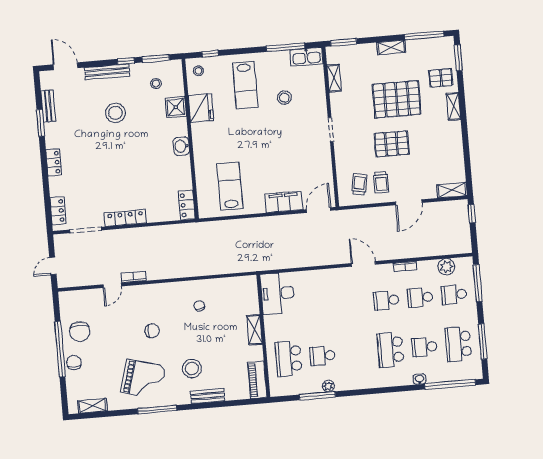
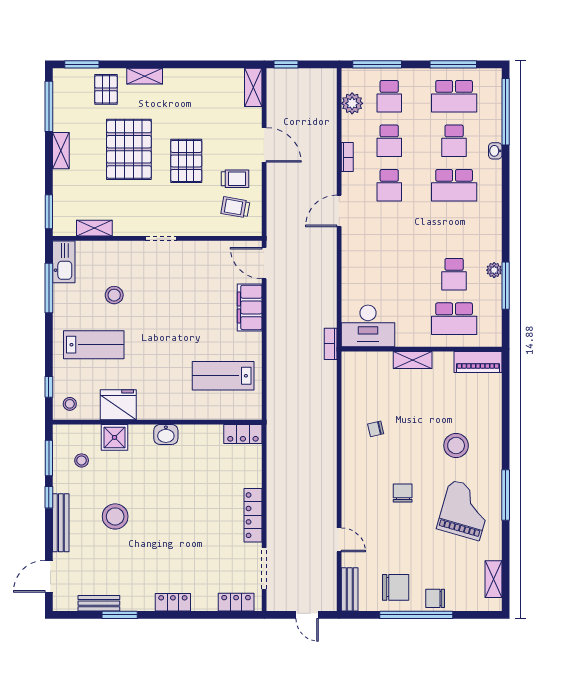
bookcase: (134, 277) -> (331, 344), moved
bench: (208, 396) -> (350, 589), moved

